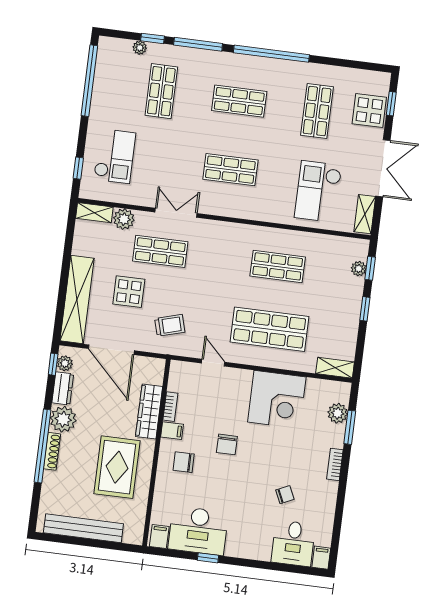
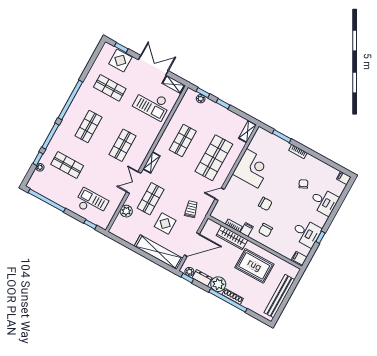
shelving: (94, 213) -> (151, 162), moved
plant: (338, 413) -> (272, 140), removed
desk: (198, 531) -> (306, 233), width x0.73
desk: (293, 543) -> (324, 202), moved

